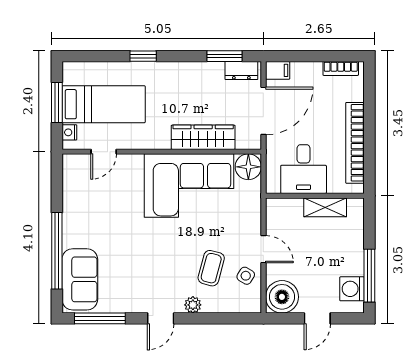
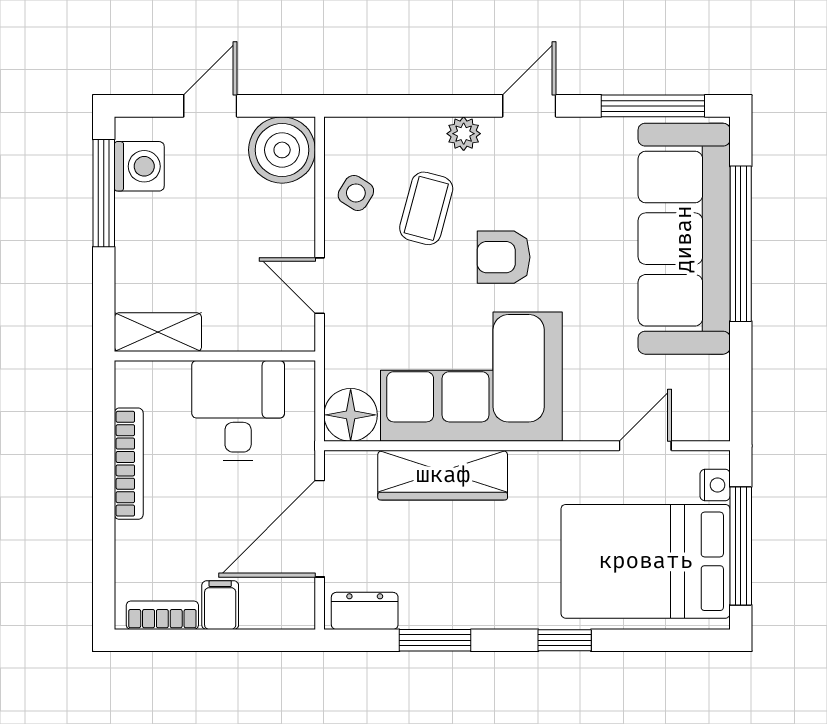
window: (225, 56) -> (435, 640), moved
filing cabinet: (278, 70) -> (220, 605), moved, turned 90
window: (57, 102) -> (741, 546), width x1.44
bed: (104, 104) -> (646, 561), width x1.50
bookcase: (355, 143) -> (129, 464), width x0.68, depth x0.76
shelving: (325, 207) -> (158, 332), moved
armchair: (173, 244) -> (504, 257), added
door: (263, 249) -> (320, 286), moved
sofa: (80, 279) -> (684, 239), width x1.85, depth x1.27

